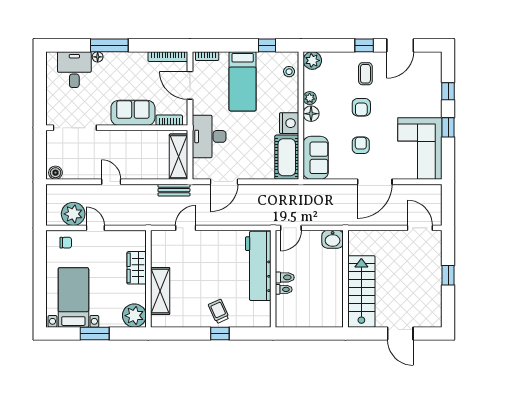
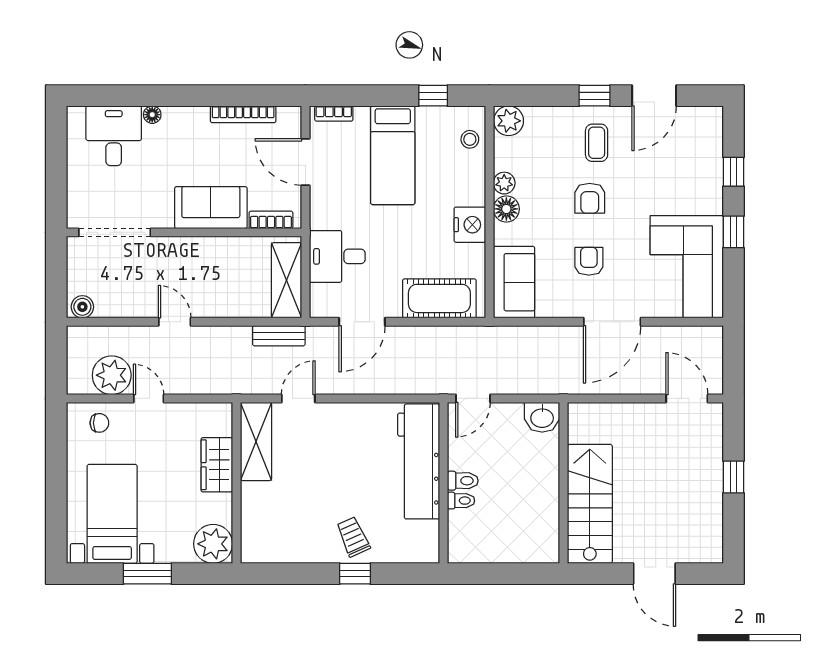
window: (109, 45) -> (172, 96), removed
bookcase: (168, 57) -> (243, 114), moved
desk: (209, 136) -> (337, 256), width x0.73
cot: (287, 157) -> (439, 298), moved, turned 90
shelving: (160, 291) -> (256, 441), moved

